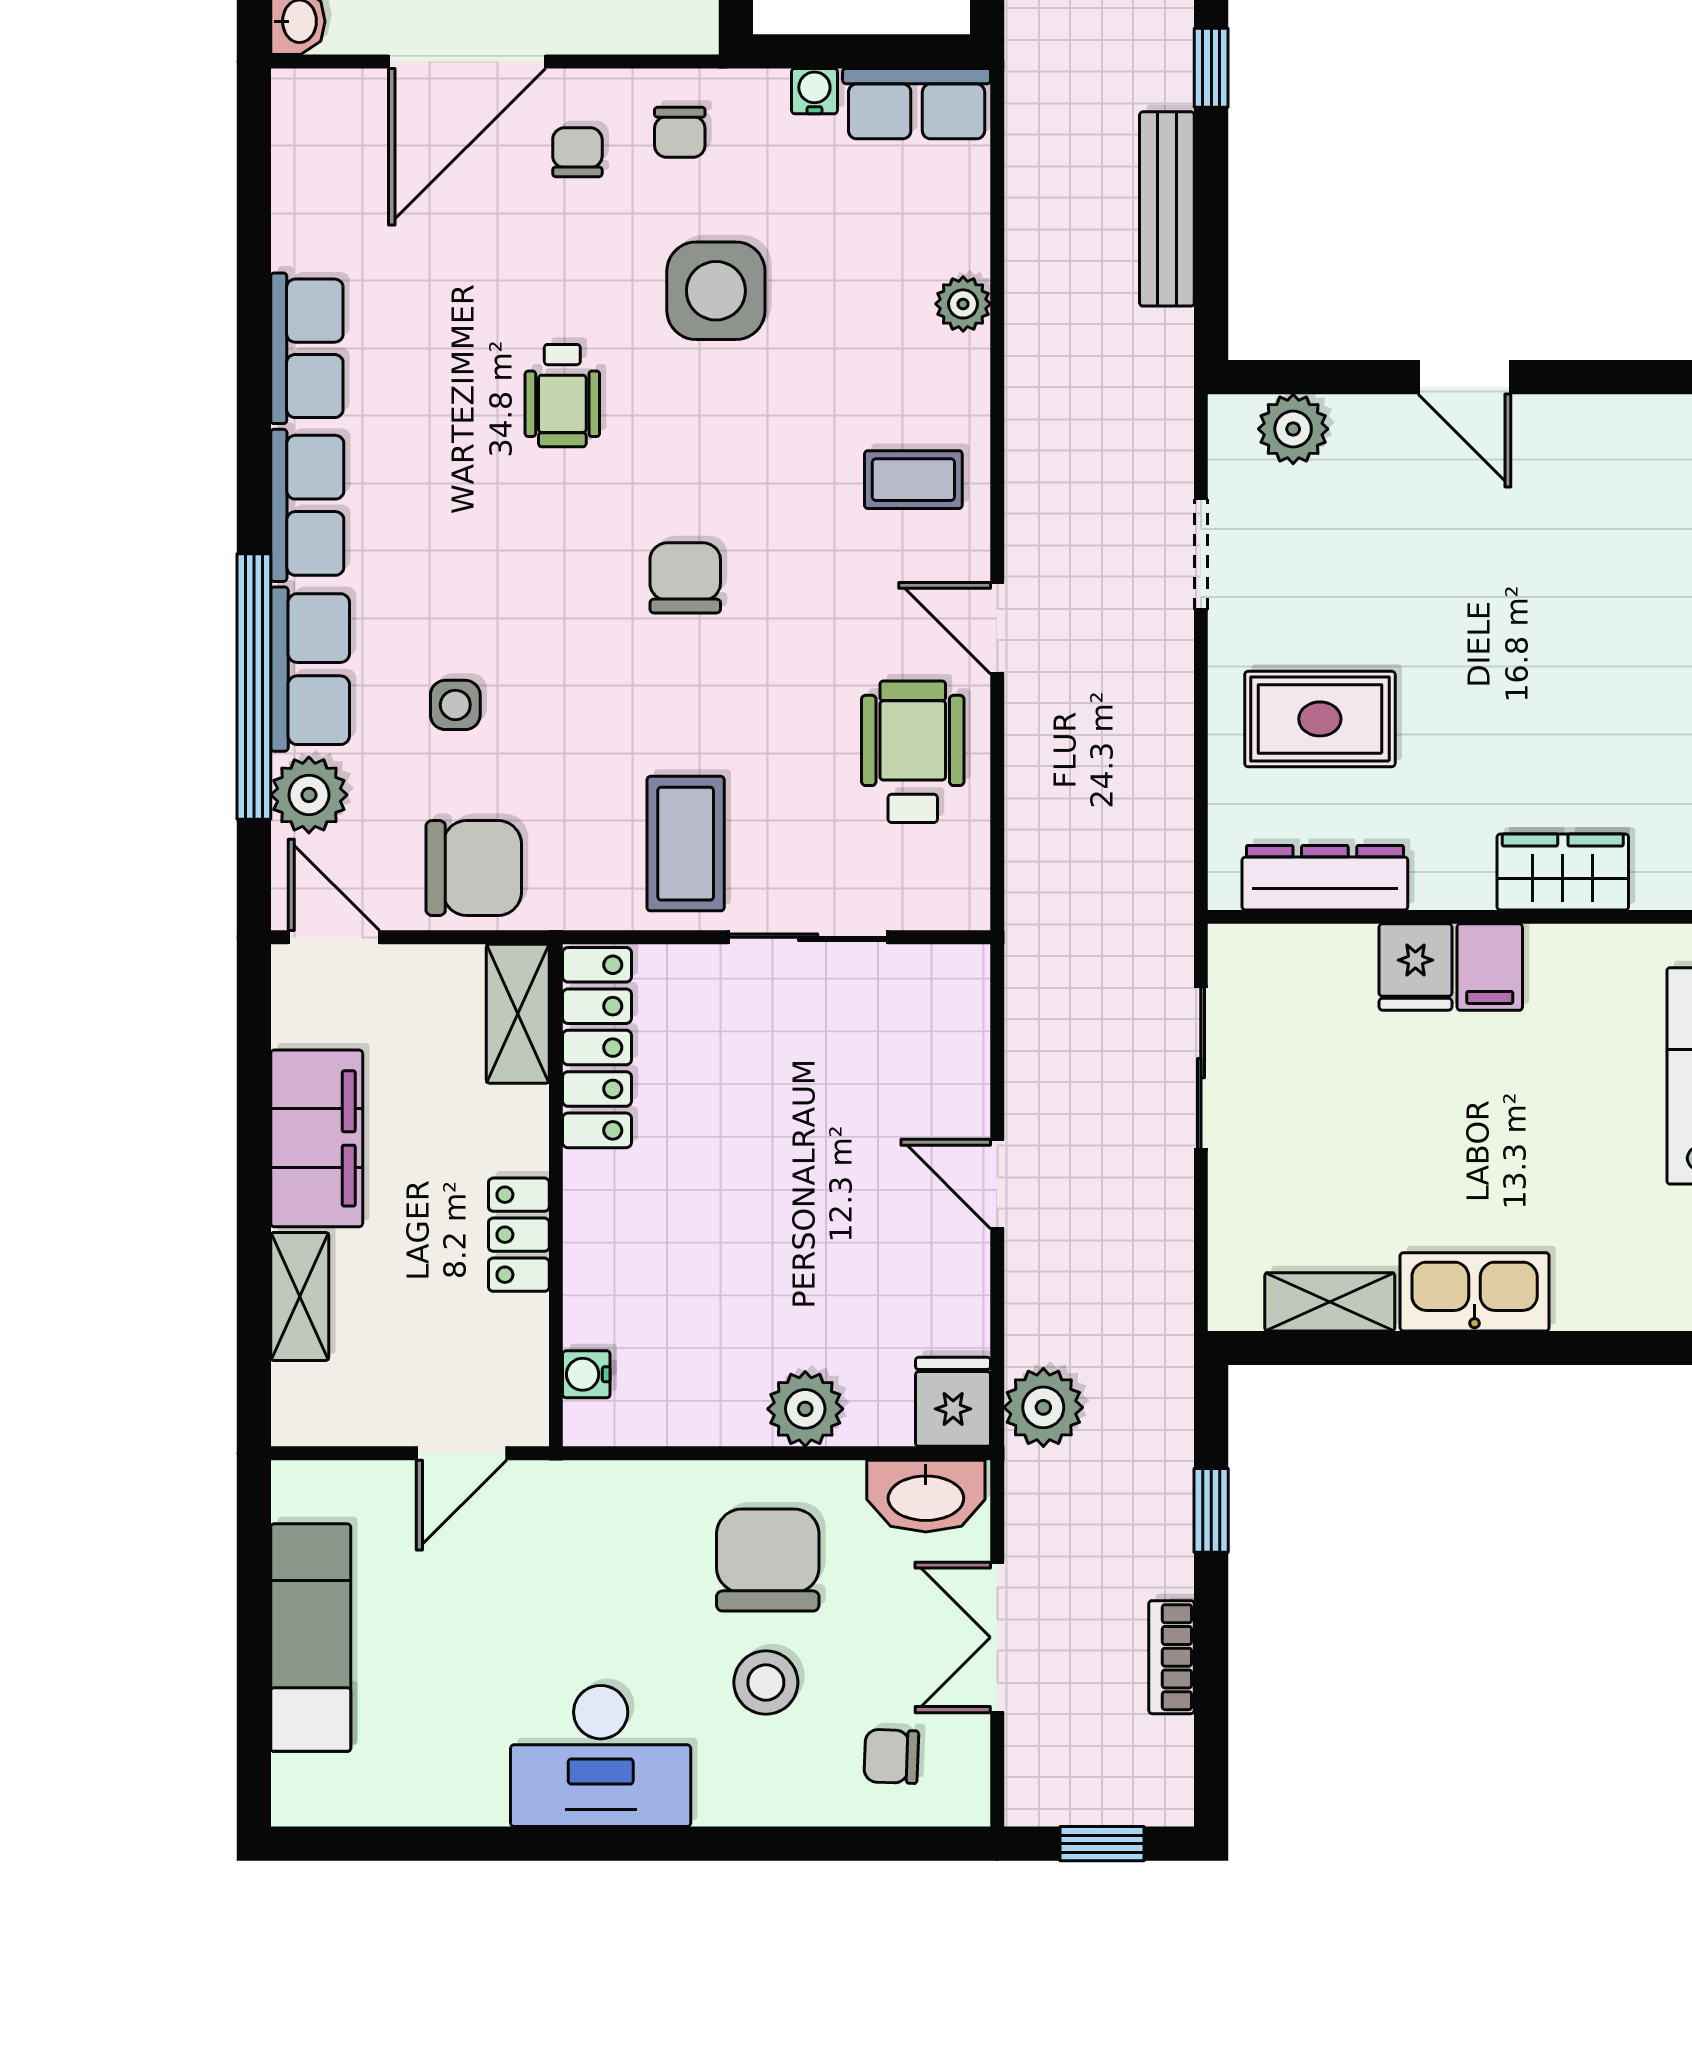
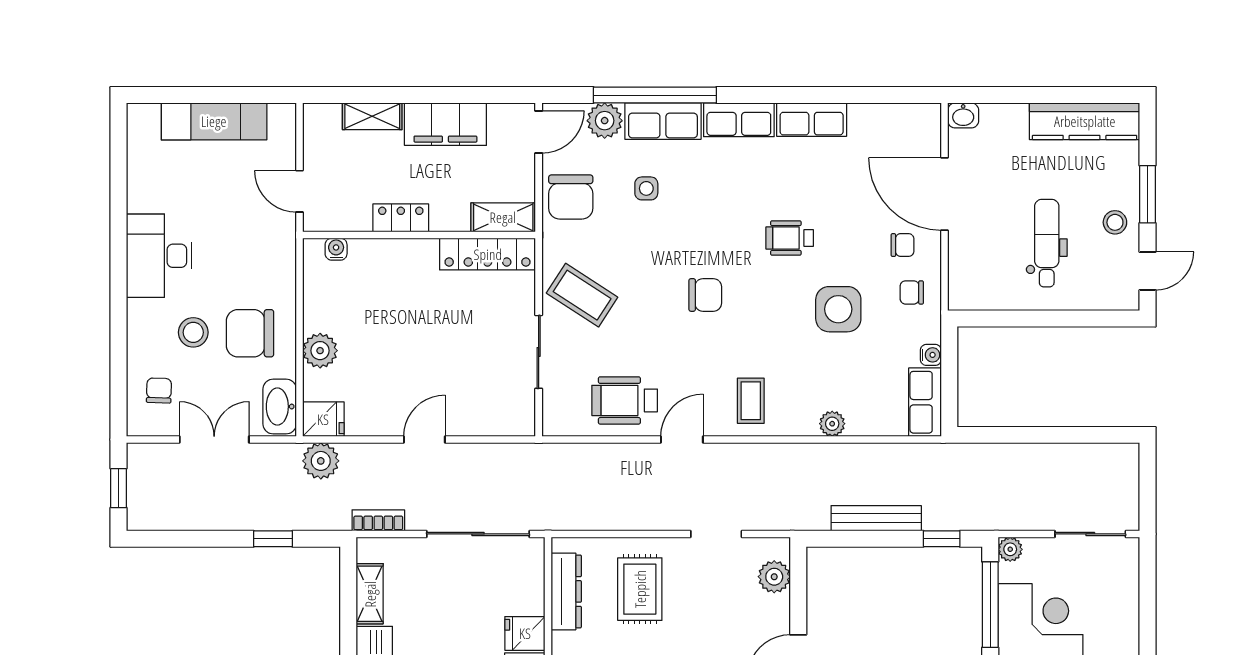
wheelchair: (913, 752) -> (625, 400), turned 180
coffee table: (686, 844) -> (582, 295), turned 33
sliding door: (1201, 1068) -> (478, 534), width x1.37
chair: (768, 1560) -> (250, 333), turned 180
bookcase: (1171, 1657) -> (378, 520), moved

